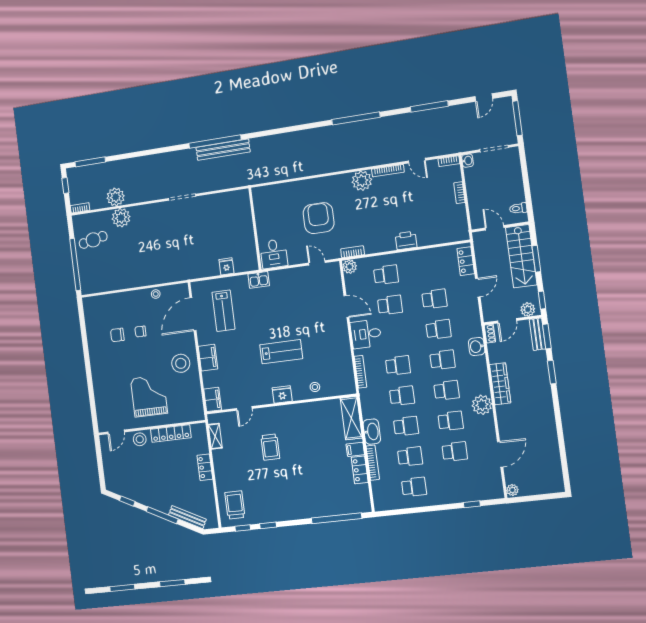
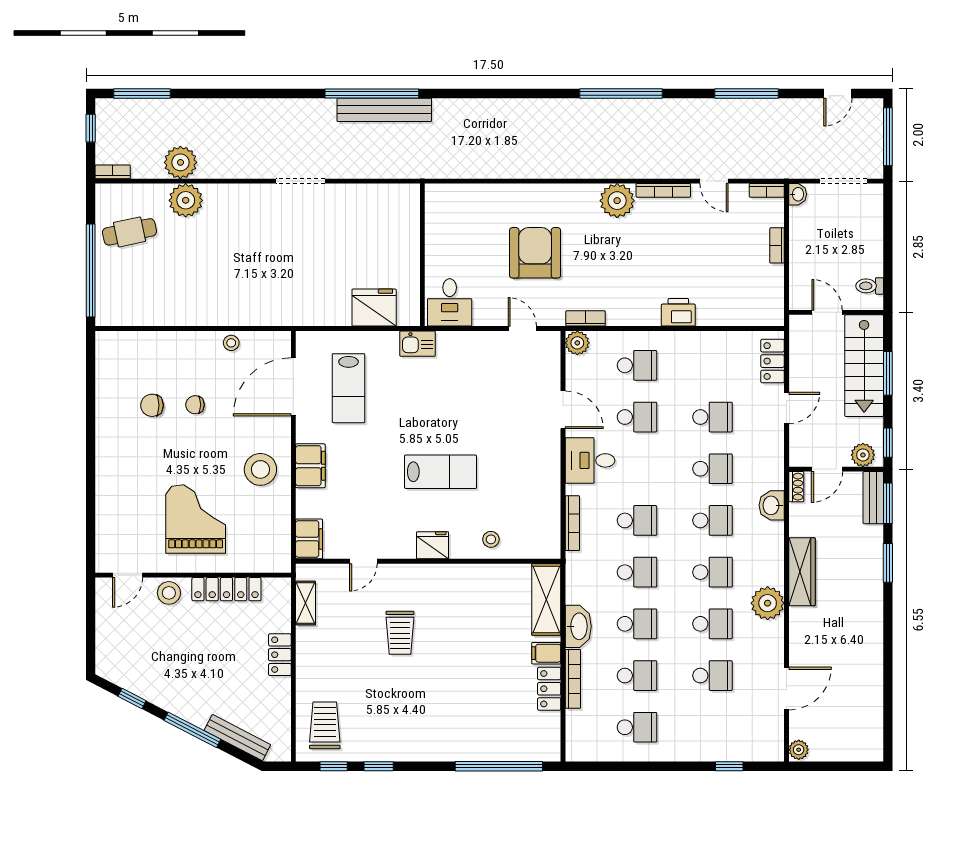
fridge: (226, 266) -> (374, 308), width x1.88, depth x1.34

